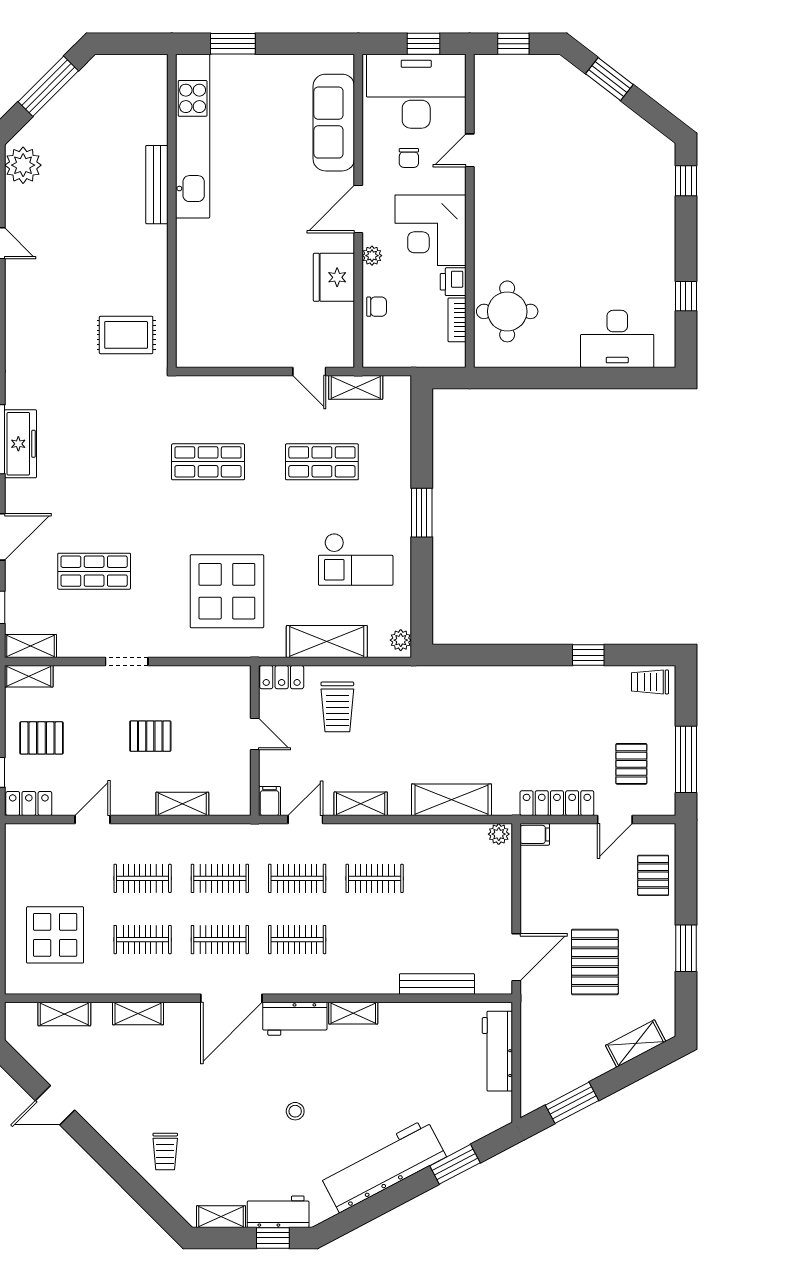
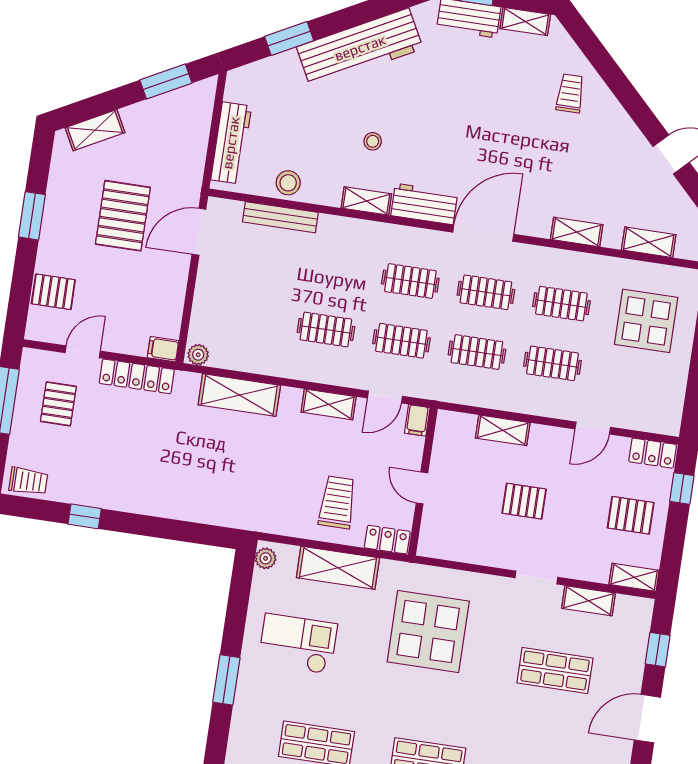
shelving: (30, 646) -> (589, 601), moved
pallet: (653, 875) -> (53, 292), turned 90
stool: (434, 1020) -> (288, 183), added
stool: (295, 1111) -> (373, 141), moved

